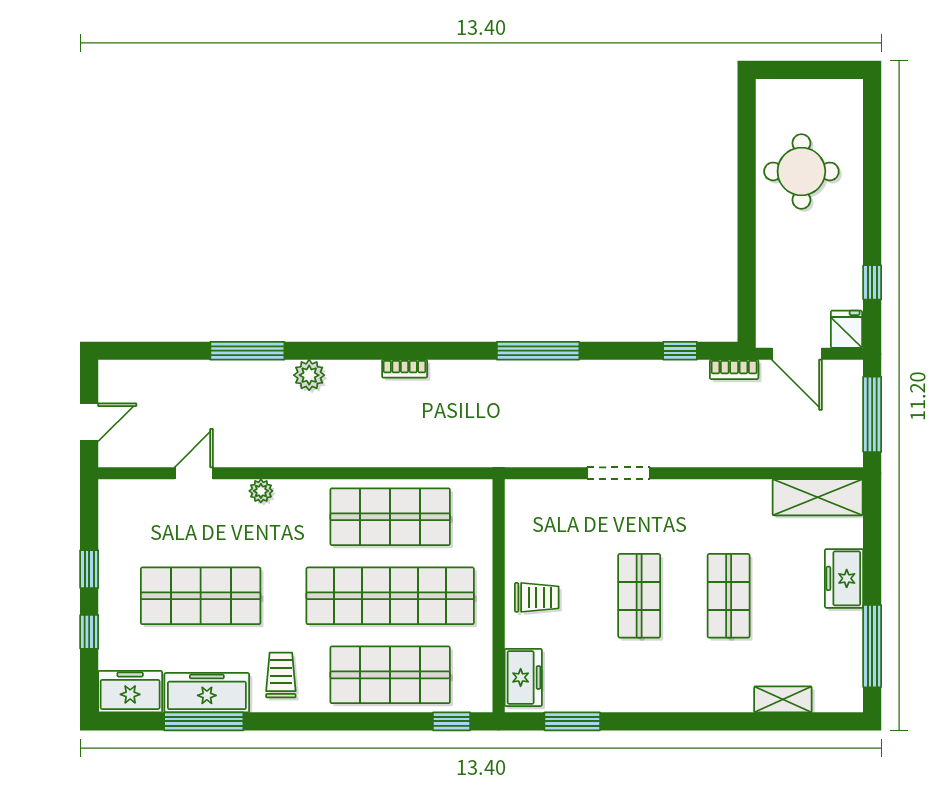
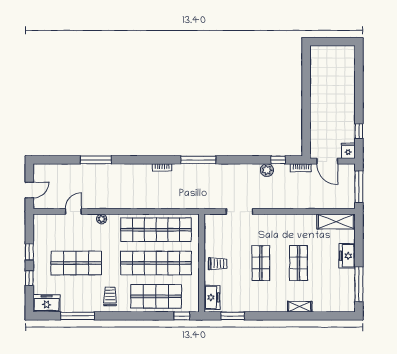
round table: (801, 171) -> (329, 84), removed
window: (538, 351) -> (198, 160), moved
plant: (309, 375) -> (267, 170), moved
doorway: (618, 473) -> (239, 211), moved
shop shelf: (390, 517) -> (156, 230), width x1.40
freezer: (207, 693) -> (79, 304), removed
shelving: (783, 699) -> (300, 307), moved

